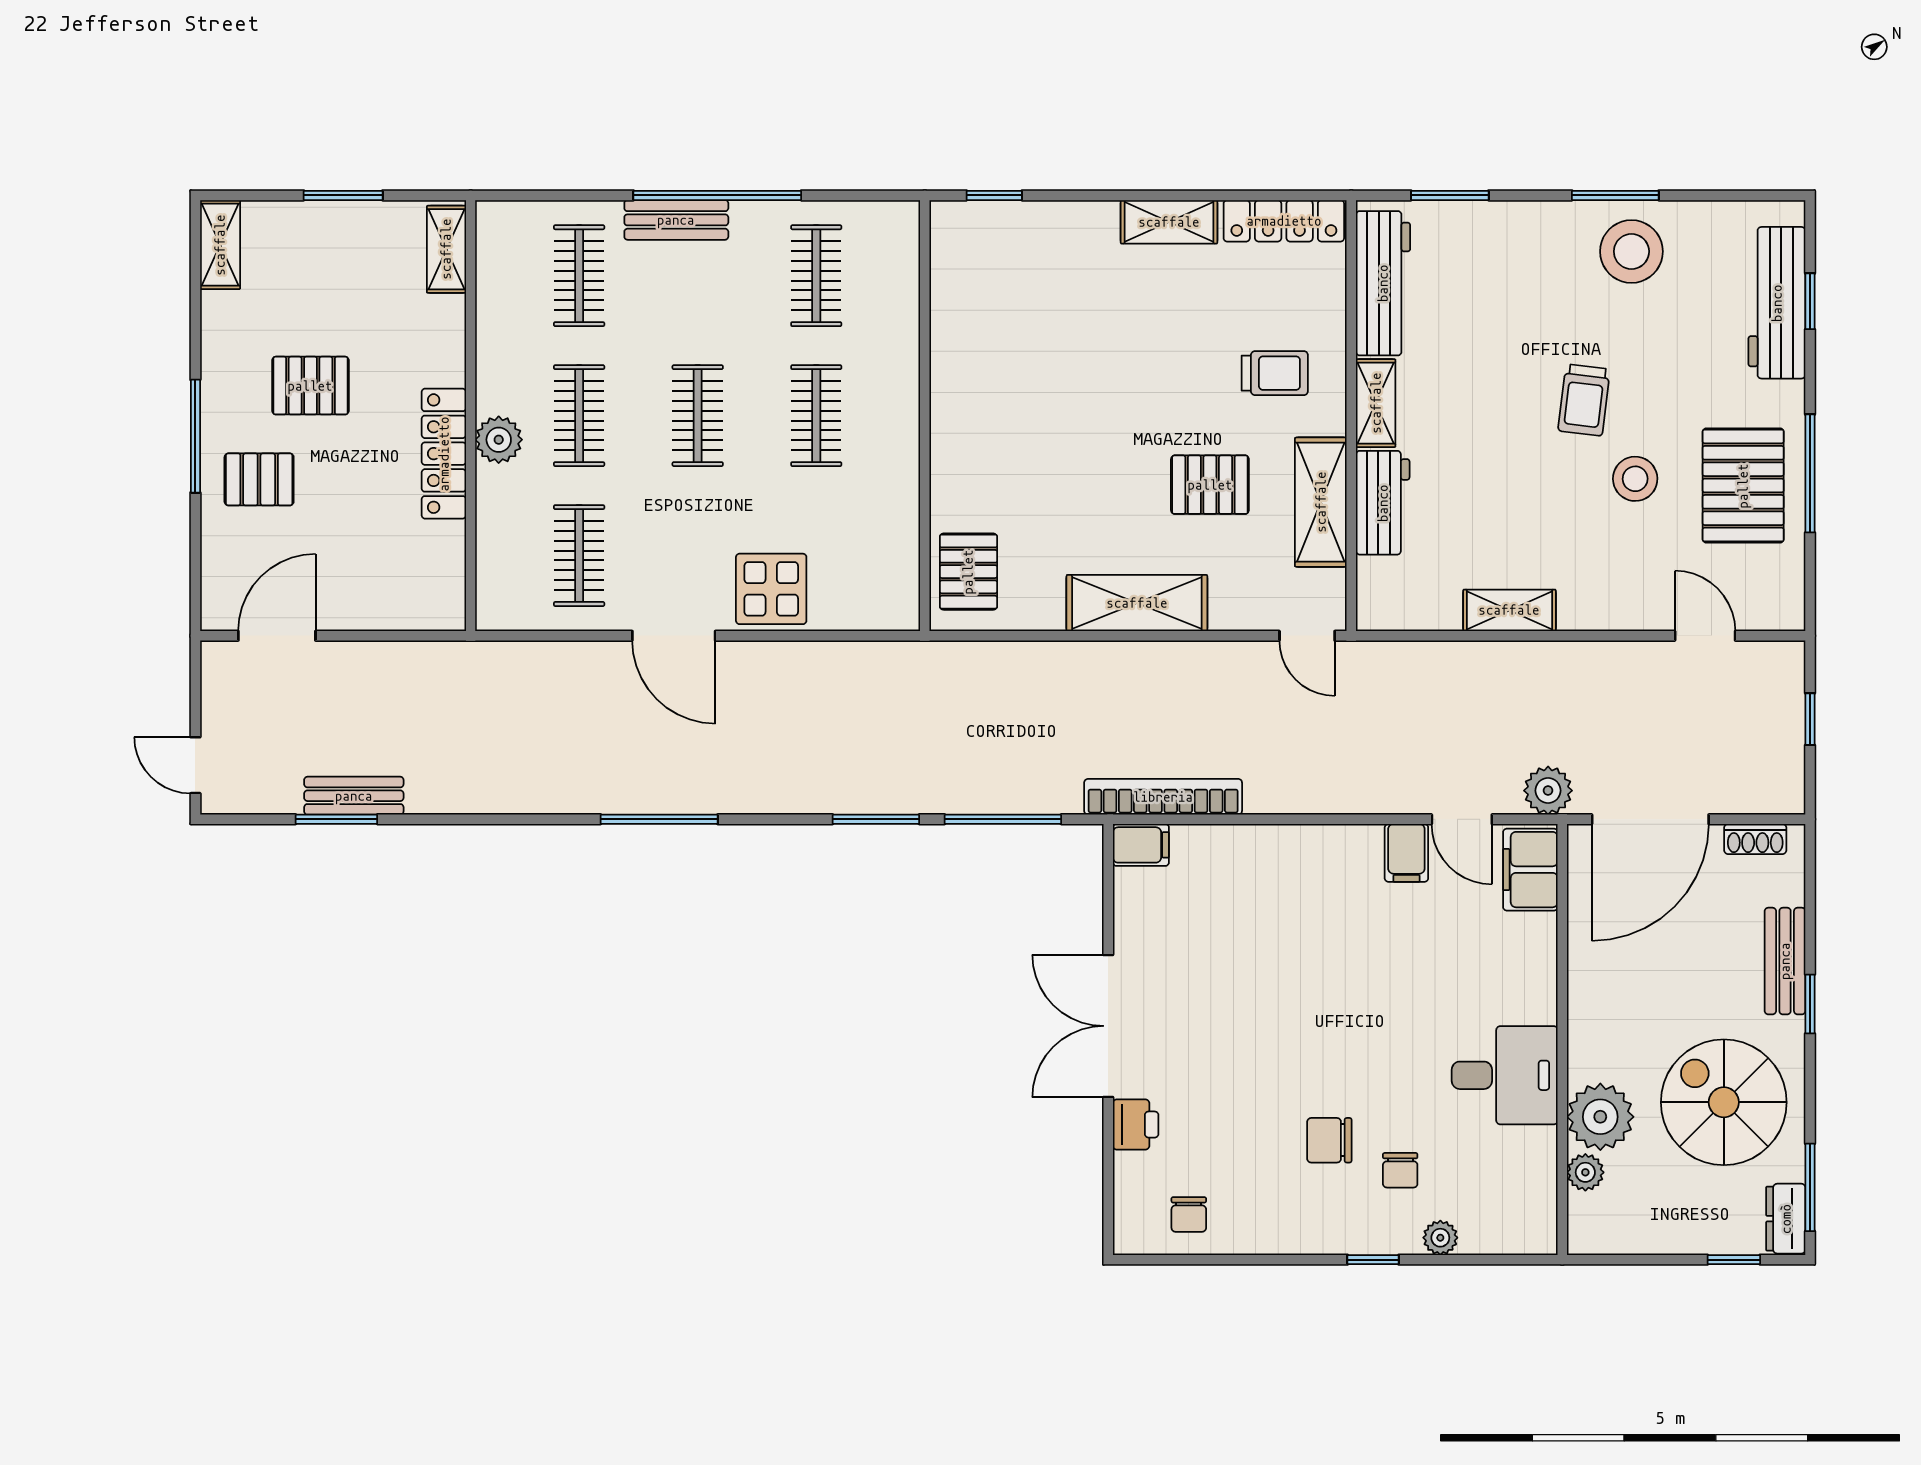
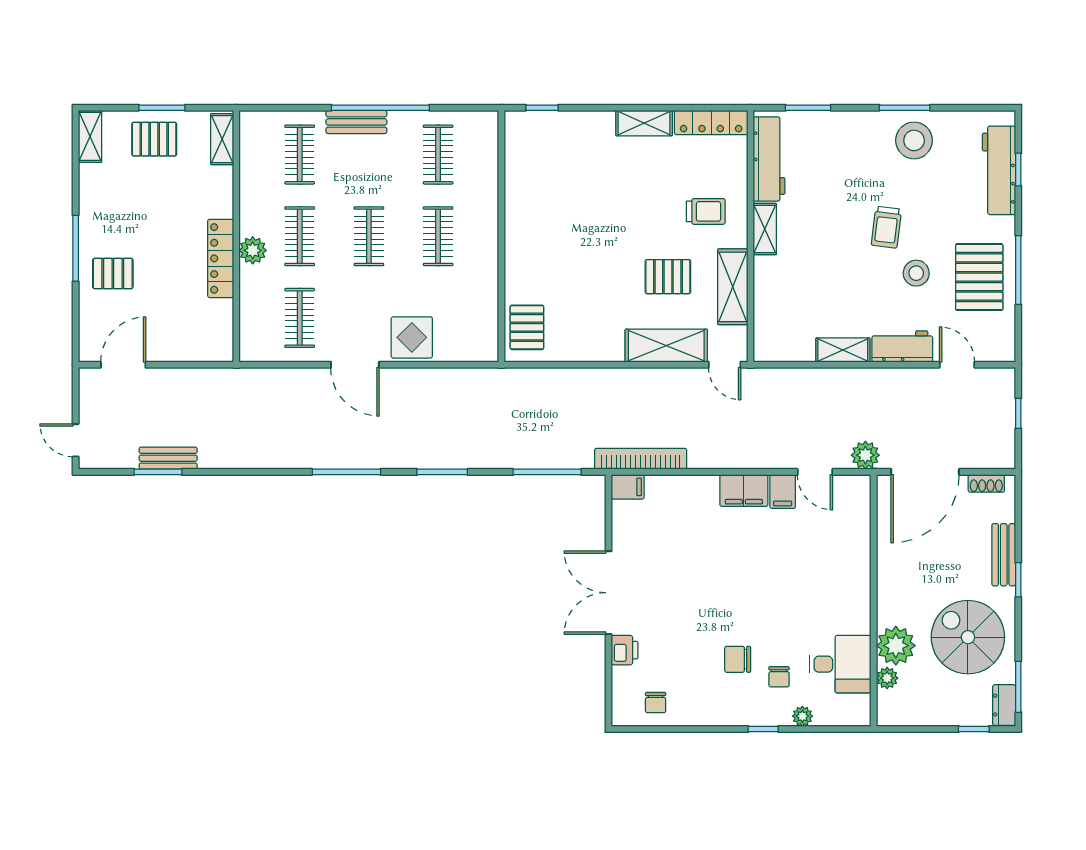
pallet: (310, 386) -> (154, 139), moved
workbench: (1383, 503) -> (902, 346), moved, turned -90
shelving: (1137, 603) -> (666, 346), moved
window: (876, 819) -> (442, 472), moved
filing cabinet: (1530, 870) -> (744, 491), moved, turned -90
desk: (1505, 1075) -> (840, 664), moved

